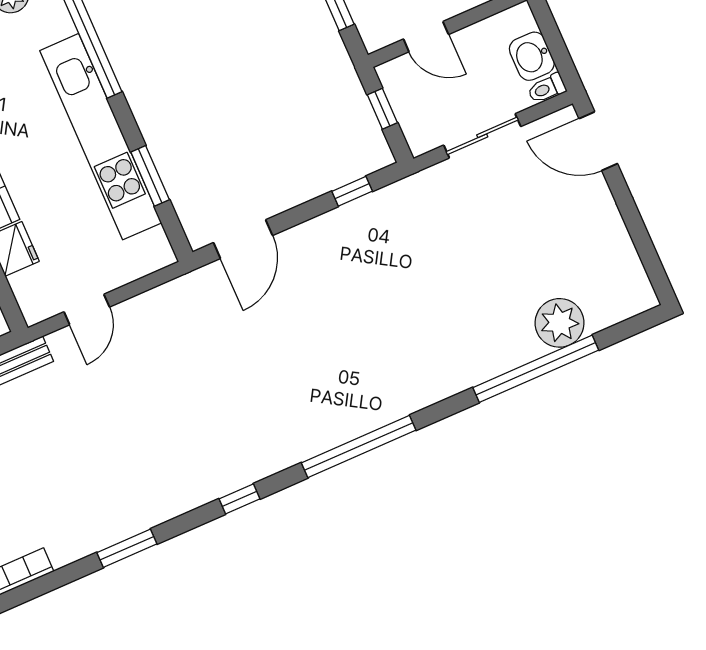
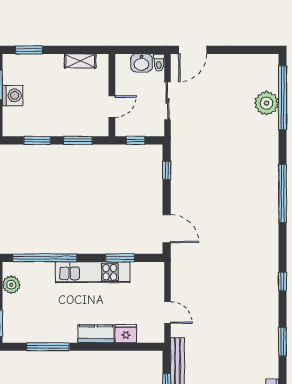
kitchen unit: (101, 137) -> (93, 272), width x0.73
window: (536, 369) -> (283, 98), moved
window: (359, 447) -> (283, 193), moved

